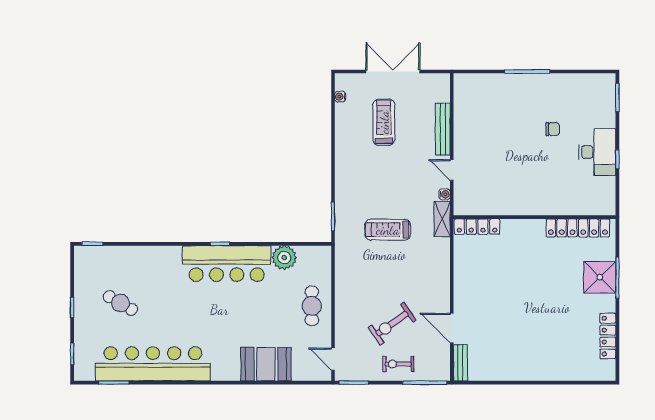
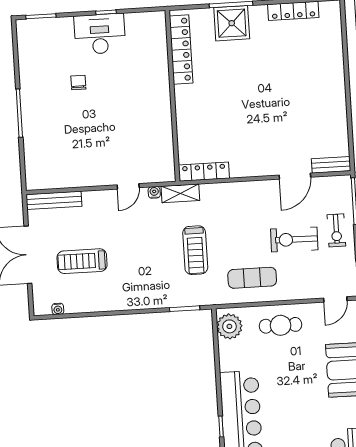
bench: (443, 129) -> (54, 200), moved
locker: (477, 227) -> (204, 172), moved, turned -90
plant: (284, 258) -> (229, 326), moved
exercise mat: (358, 282) -> (252, 278), added
exercise bike: (392, 324) -> (294, 239), turned 126

